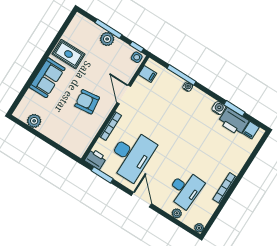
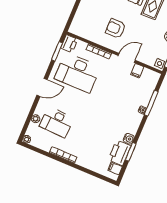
filing cabinet: (148, 74) -> (137, 71), moved
armchair: (87, 102) -> (116, 28), turned -83

